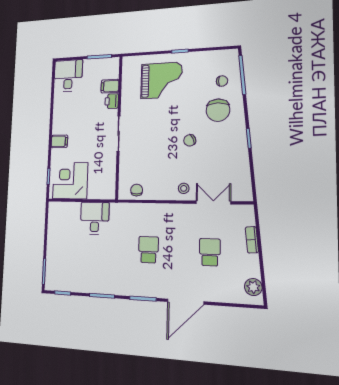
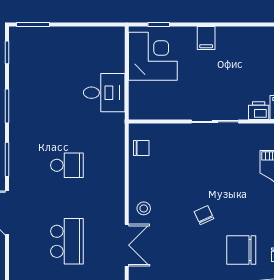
school desk: (210, 252) -> (67, 241), width x1.85

